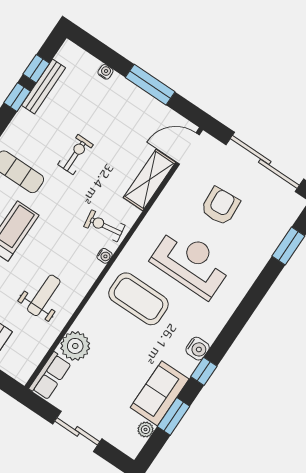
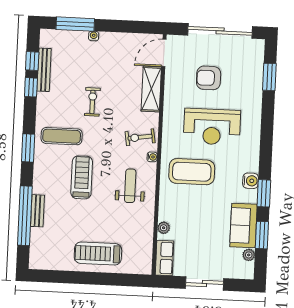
water cooler: (105, 72) -> (94, 36), moved
window: (150, 85) -> (75, 24), moved
armchair: (220, 206) -> (209, 78), turned -86
reception desk: (191, 263) -> (212, 127), turned 180
weight bench: (44, 295) -> (130, 186), moved
plant: (75, 346) -> (164, 228), width x0.53, depth x0.53
window: (204, 371) -> (264, 193), width x1.50

